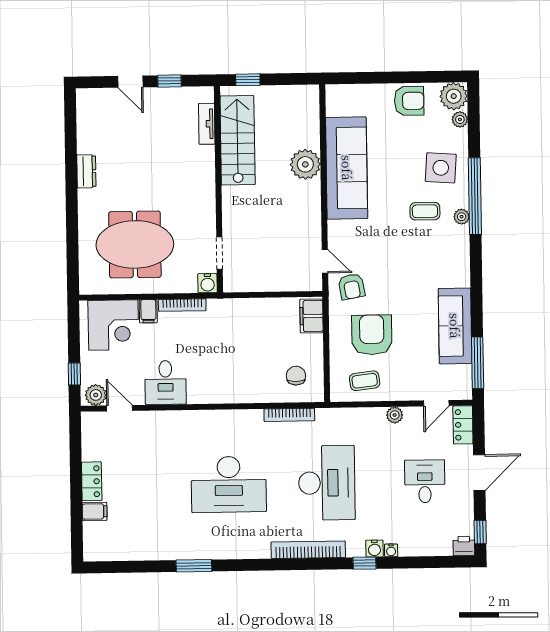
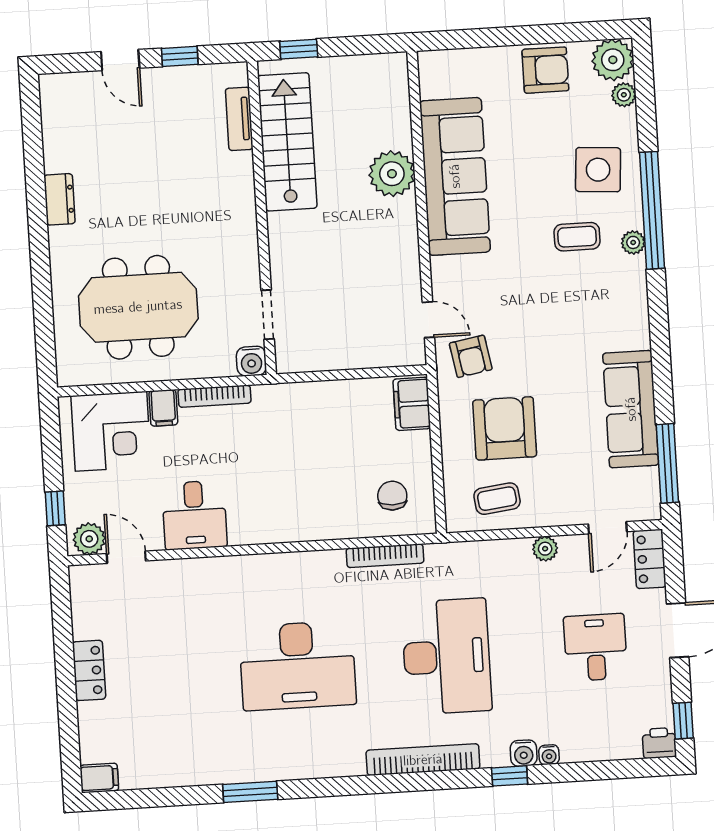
filing cabinet: (95, 511) -> (99, 778), moved

